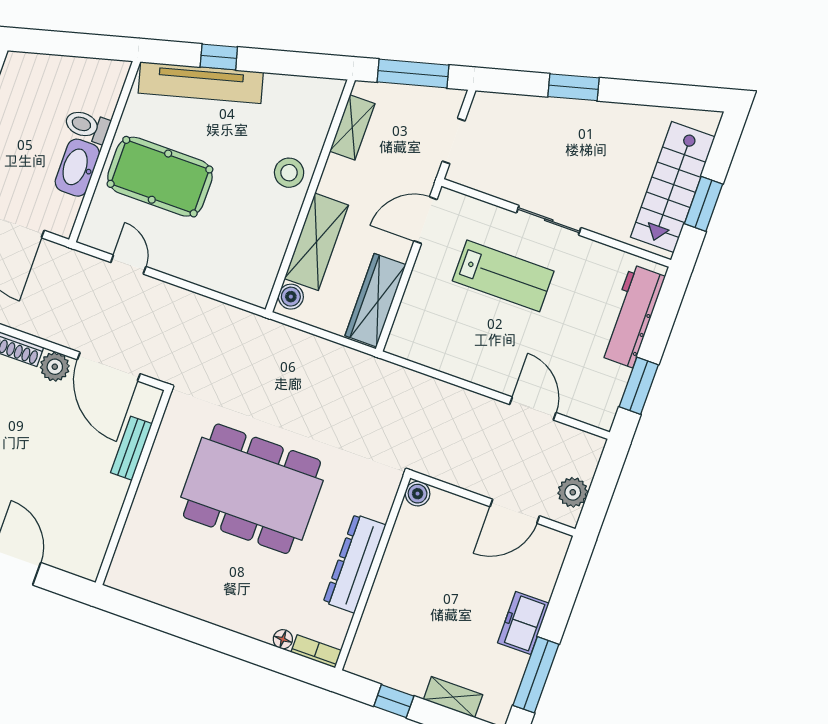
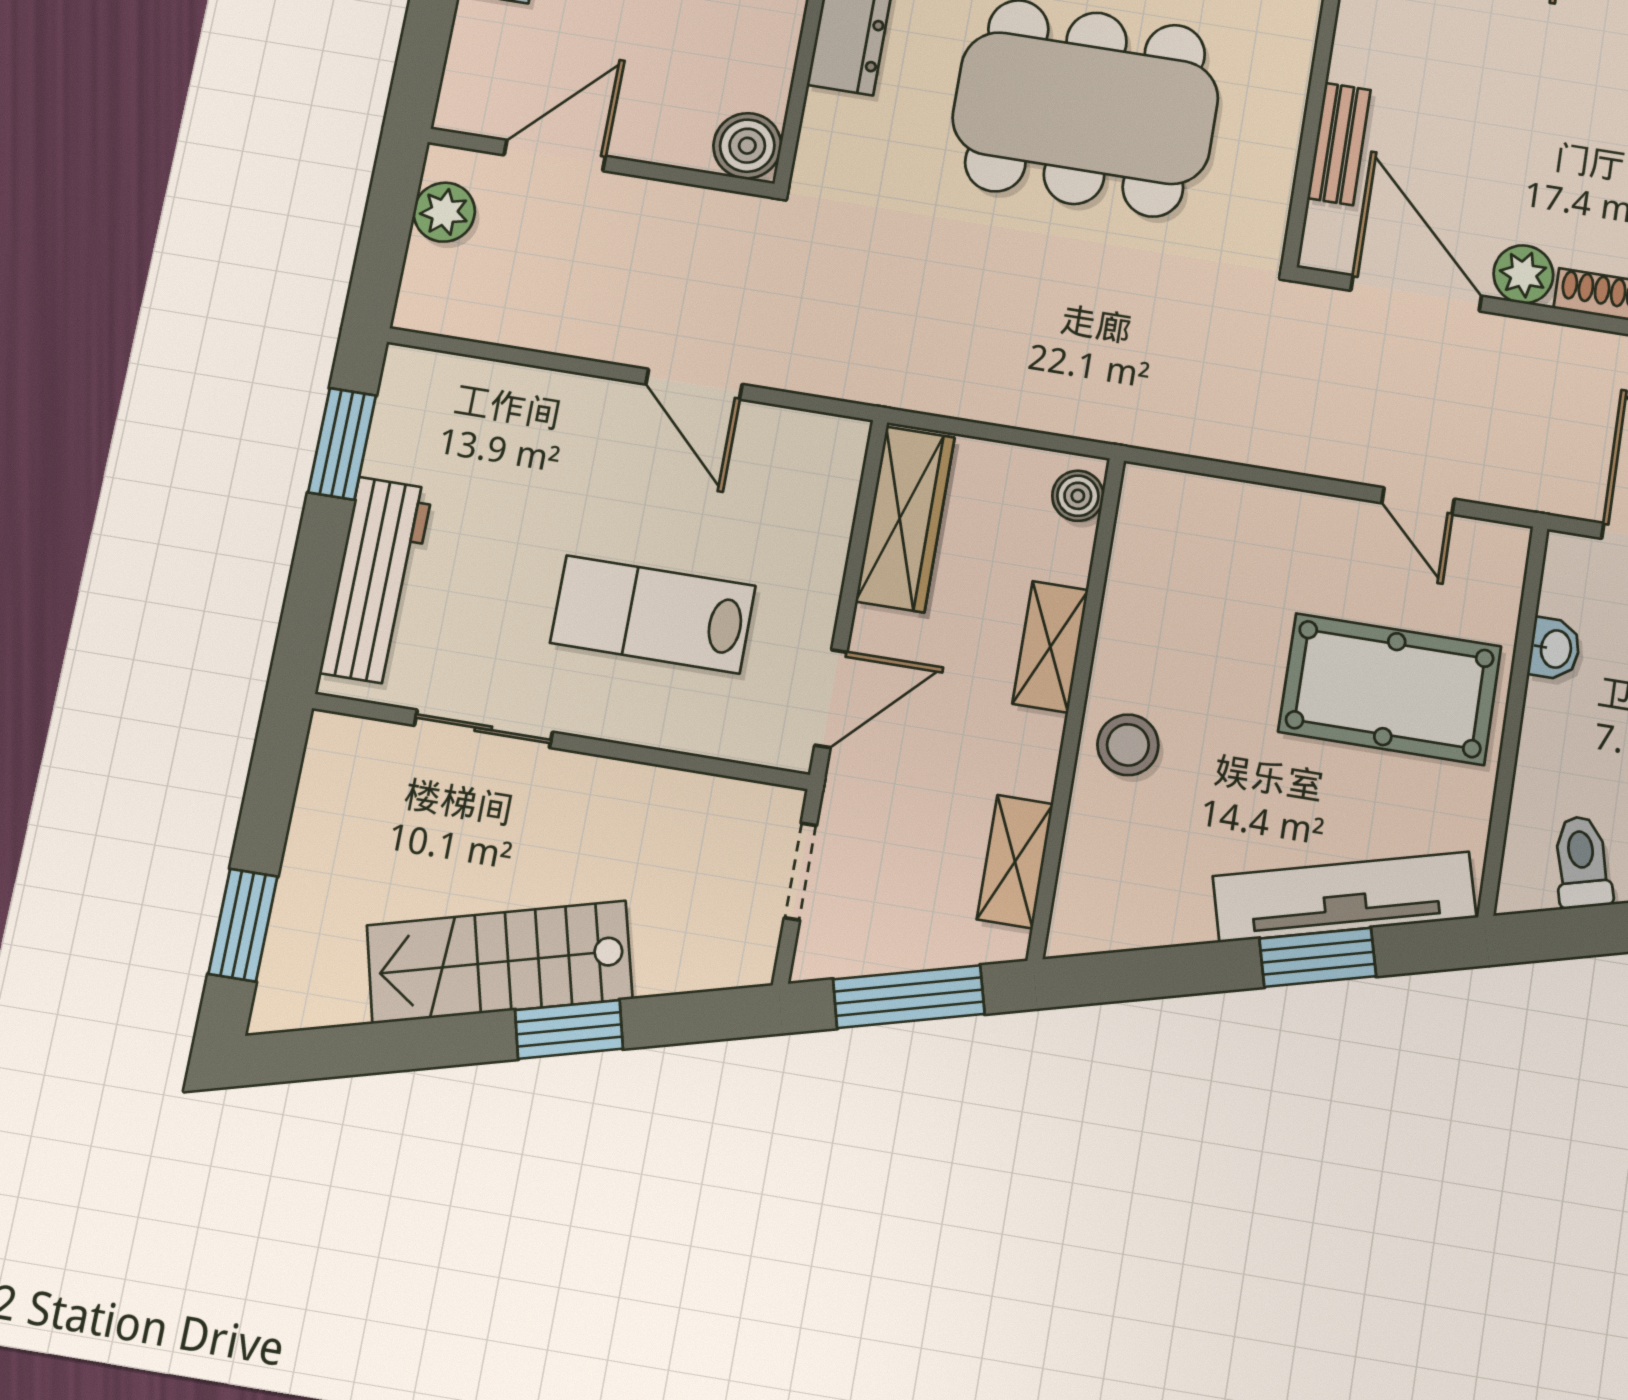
window: (219, 57) -> (1318, 957), width x1.50
toilet: (87, 126) -> (1582, 862), moved, turned -105
washbasin: (77, 168) -> (1555, 649), width x0.52, depth x0.69
stairs: (673, 187) -> (499, 962), moved, turned -105
window: (704, 204) -> (243, 925), moved
sliding door: (549, 220) -> (483, 729), moved
shelving: (316, 242) -> (1050, 647), width x0.67, depth x0.75
door: (533, 409) -> (694, 384), moved
boiler: (418, 494) -> (747, 146), width x1.36, depth x1.36

